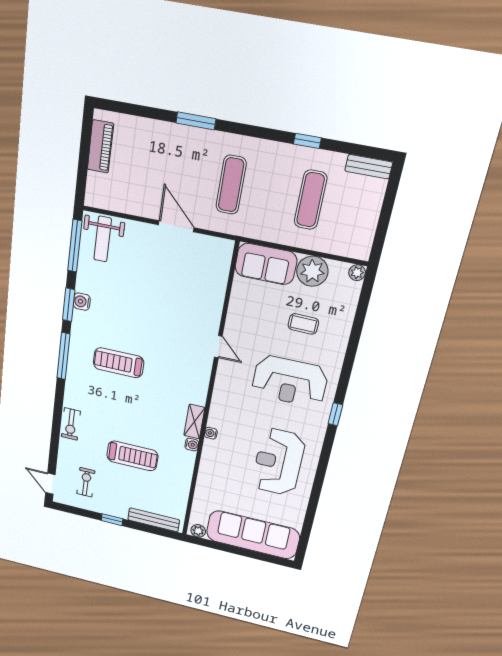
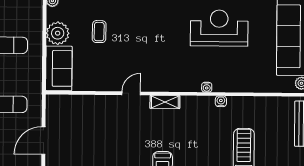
reception desk: (290, 381) -> (147, 33), removed
shelving: (194, 422) -> (165, 102), moved
reception desk: (278, 462) -> (219, 28), turned 180

